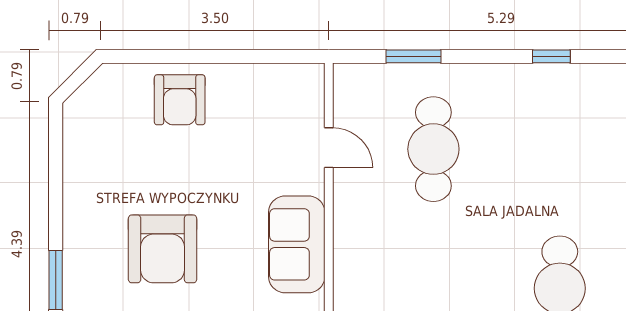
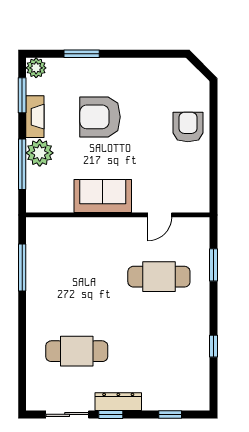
armchair: (180, 100) -> (188, 127), turned 90

